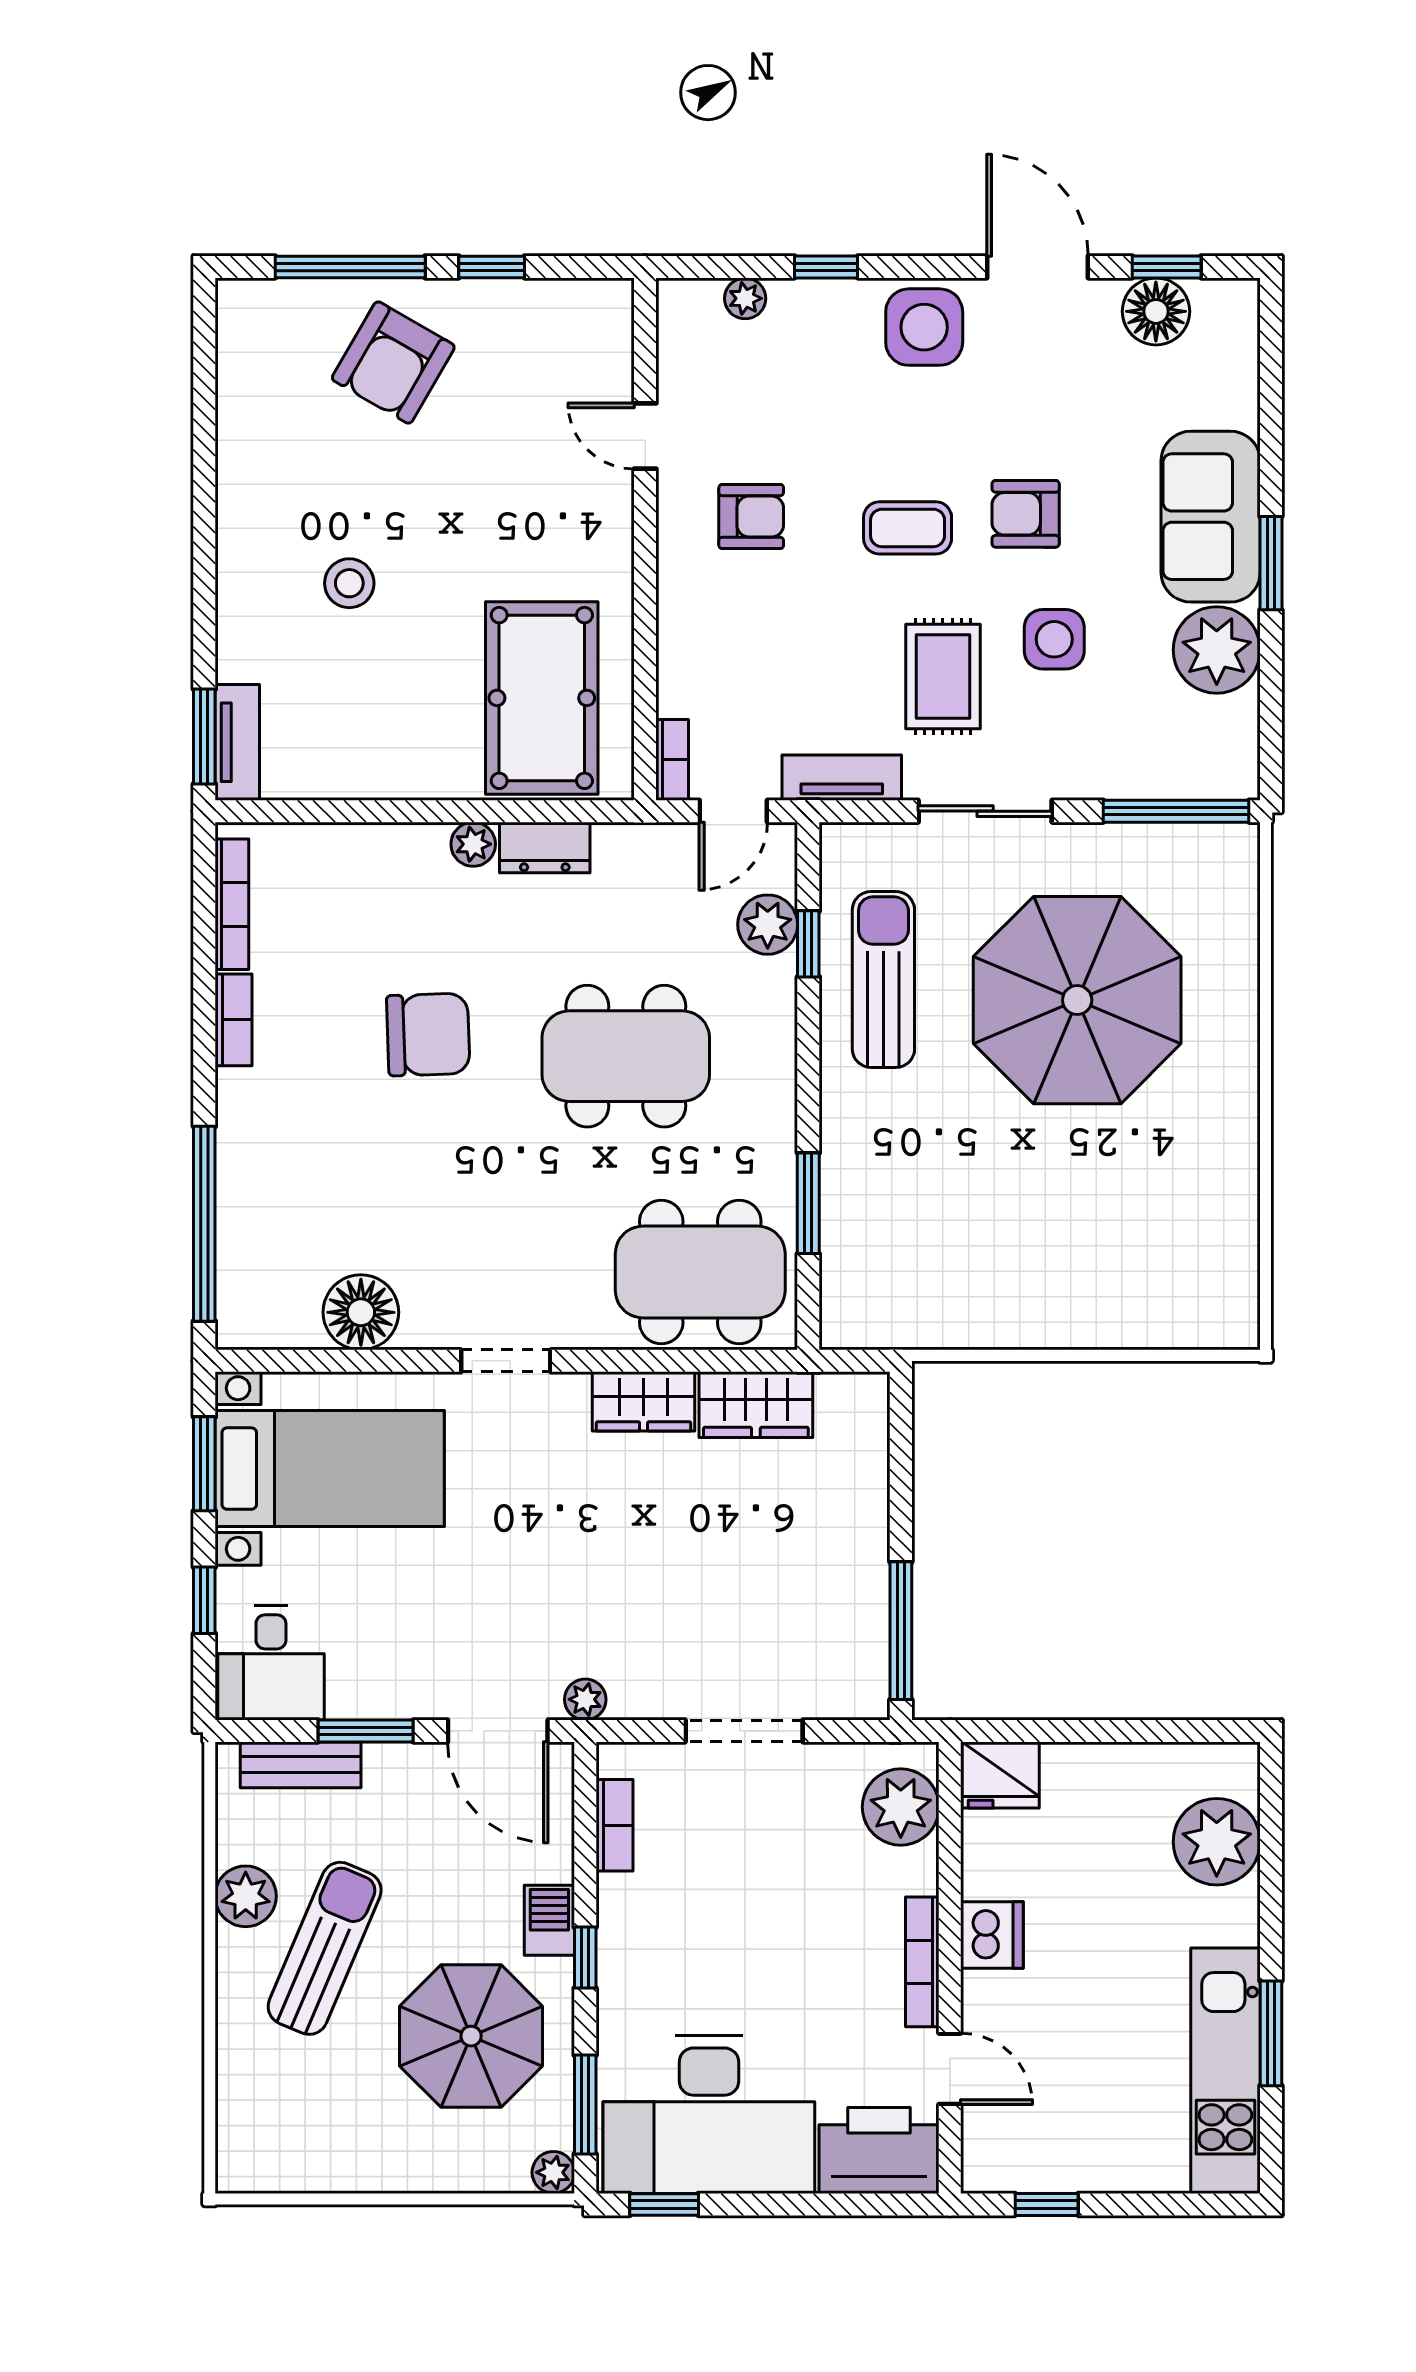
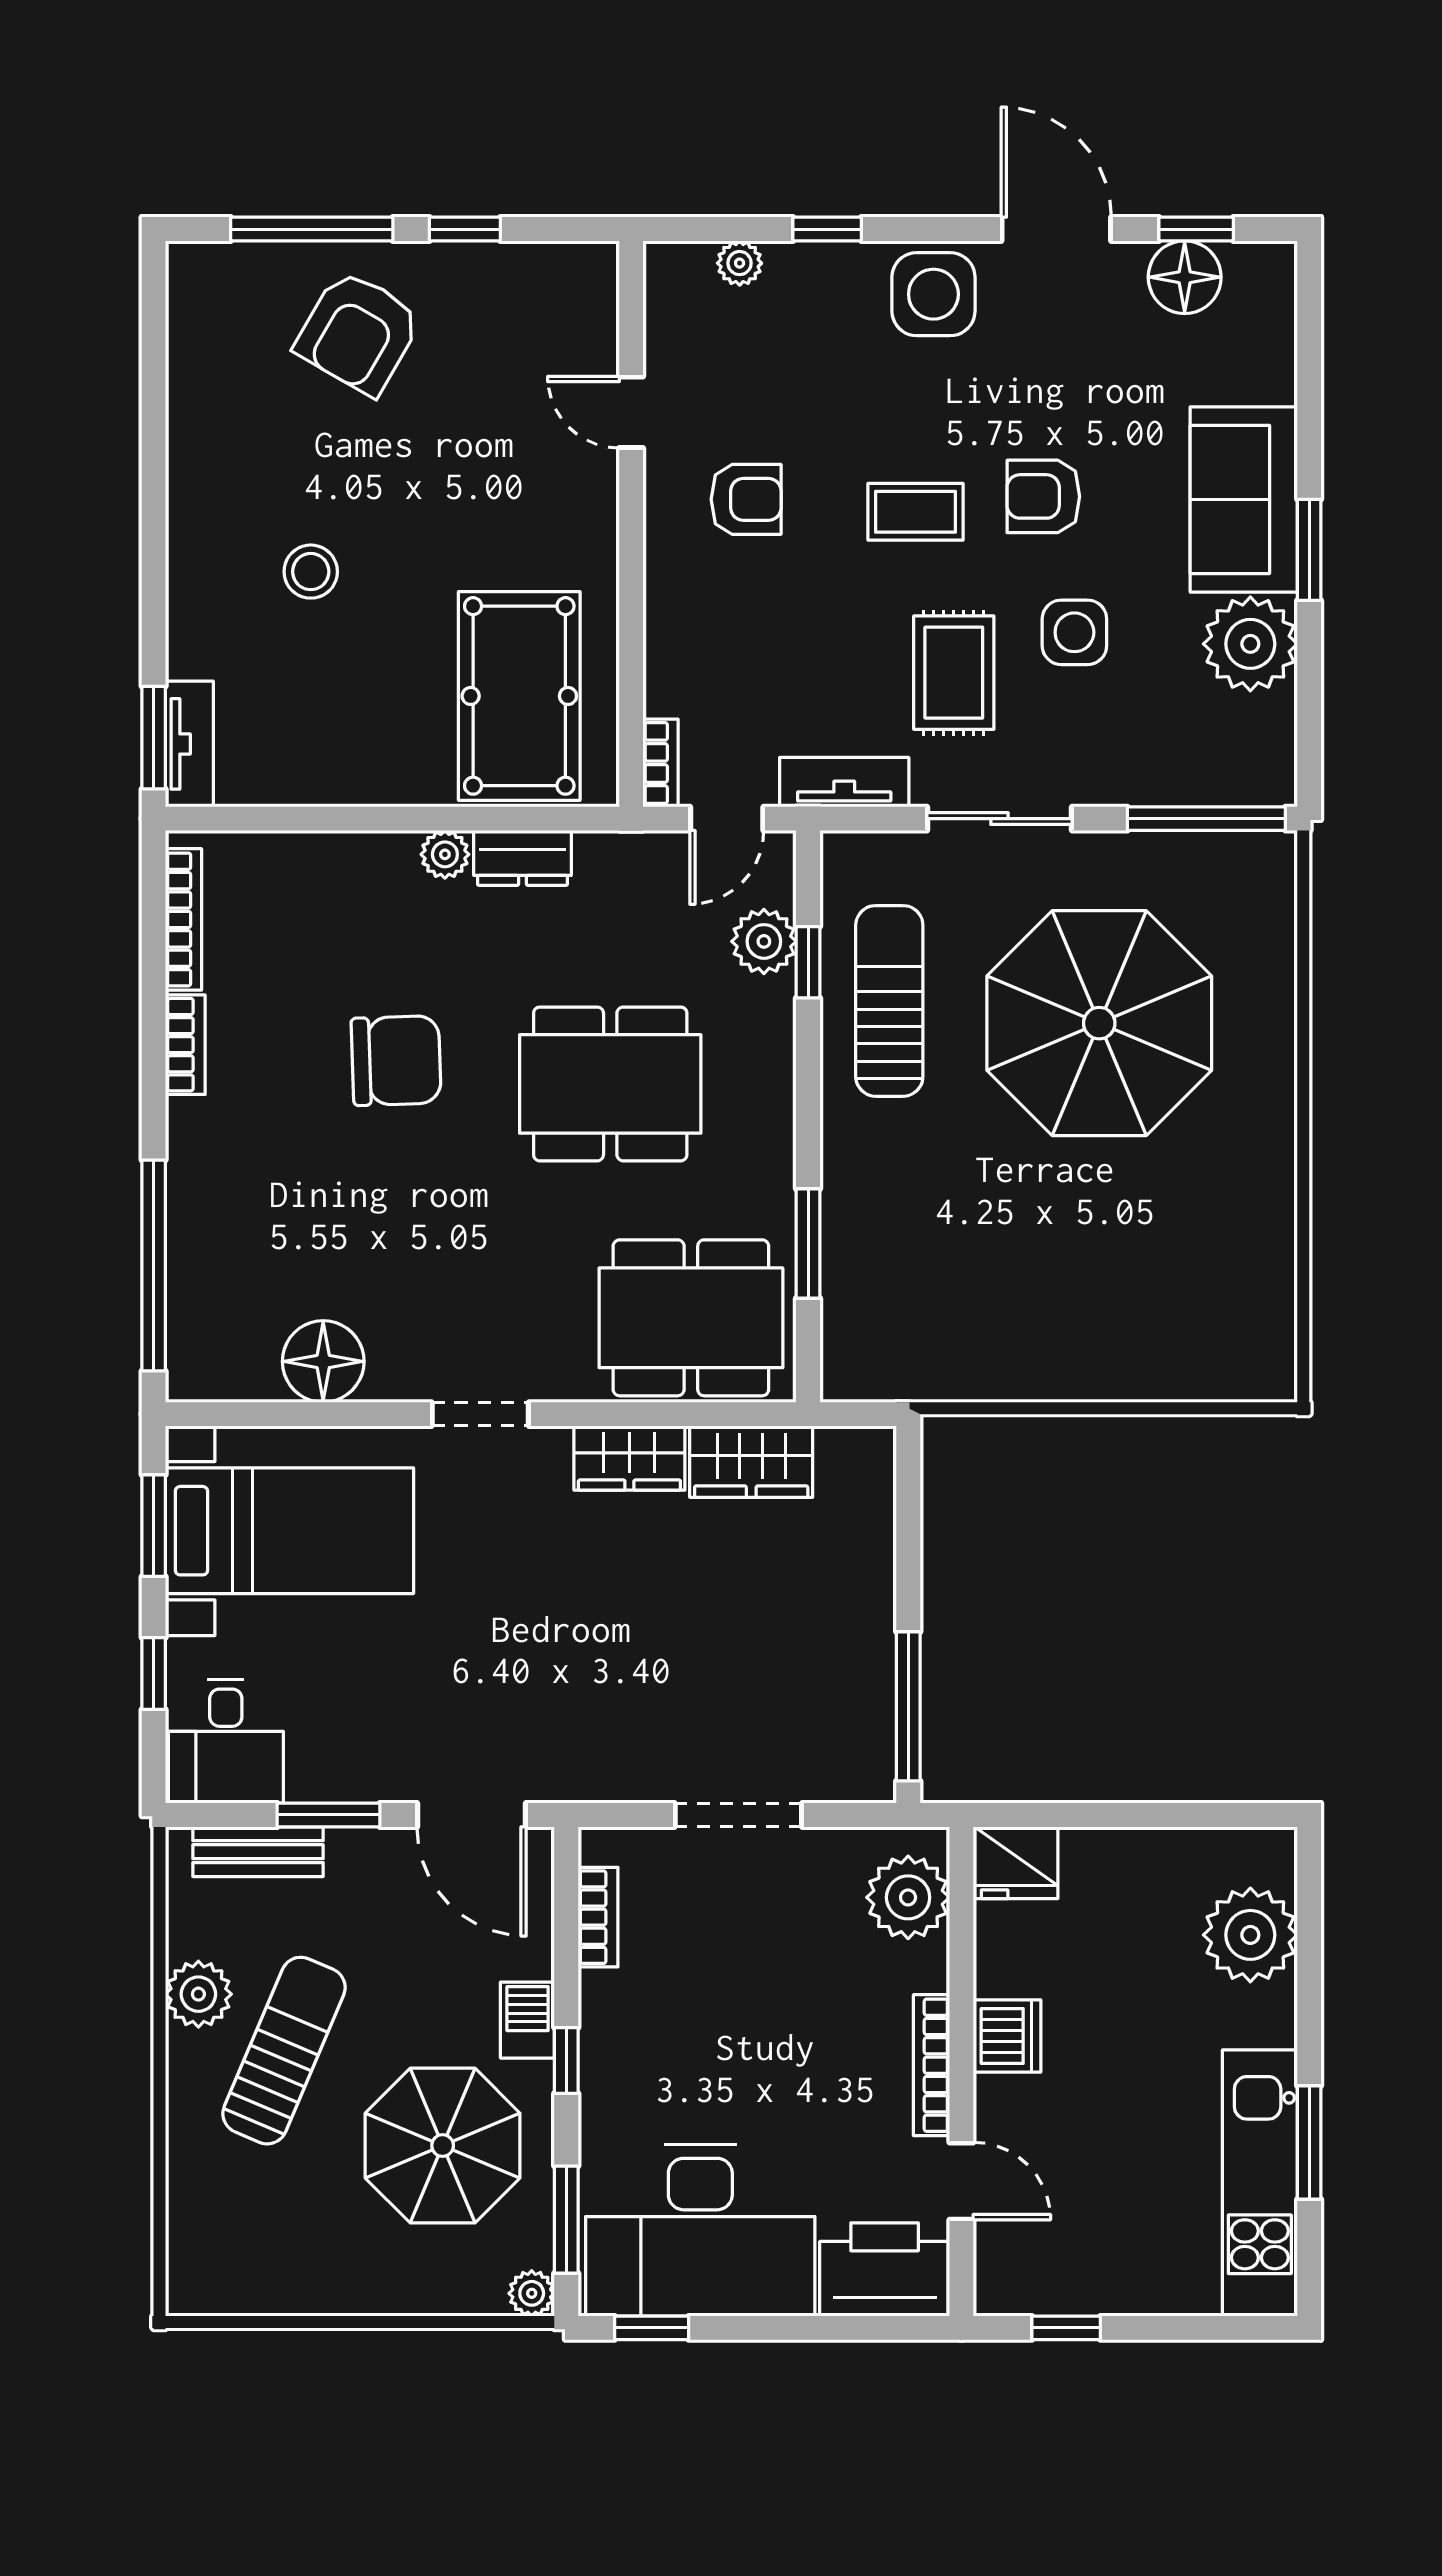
plant: (585, 1699) -> (566, 1781), removed

